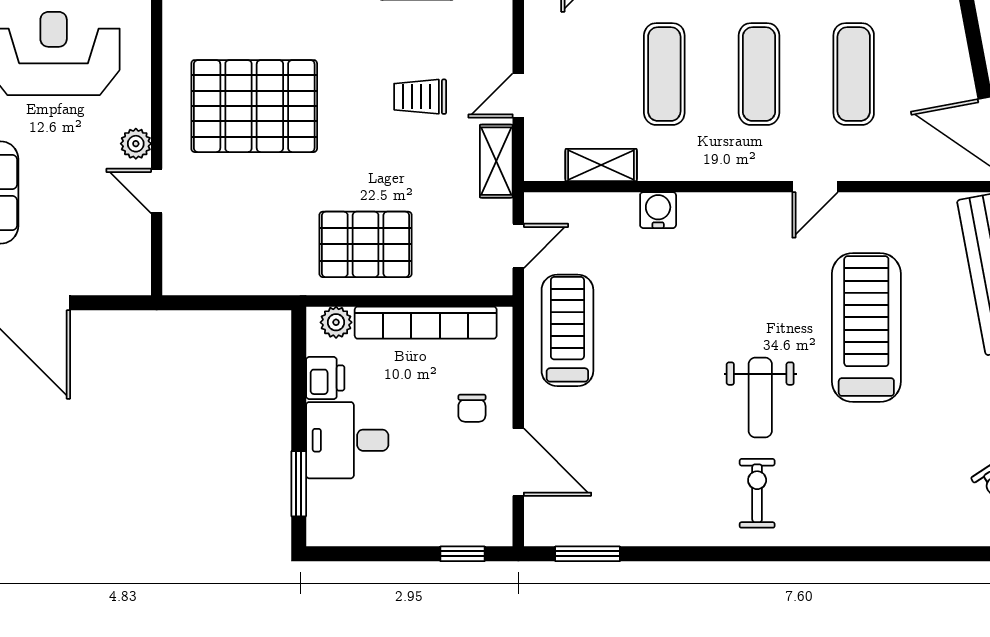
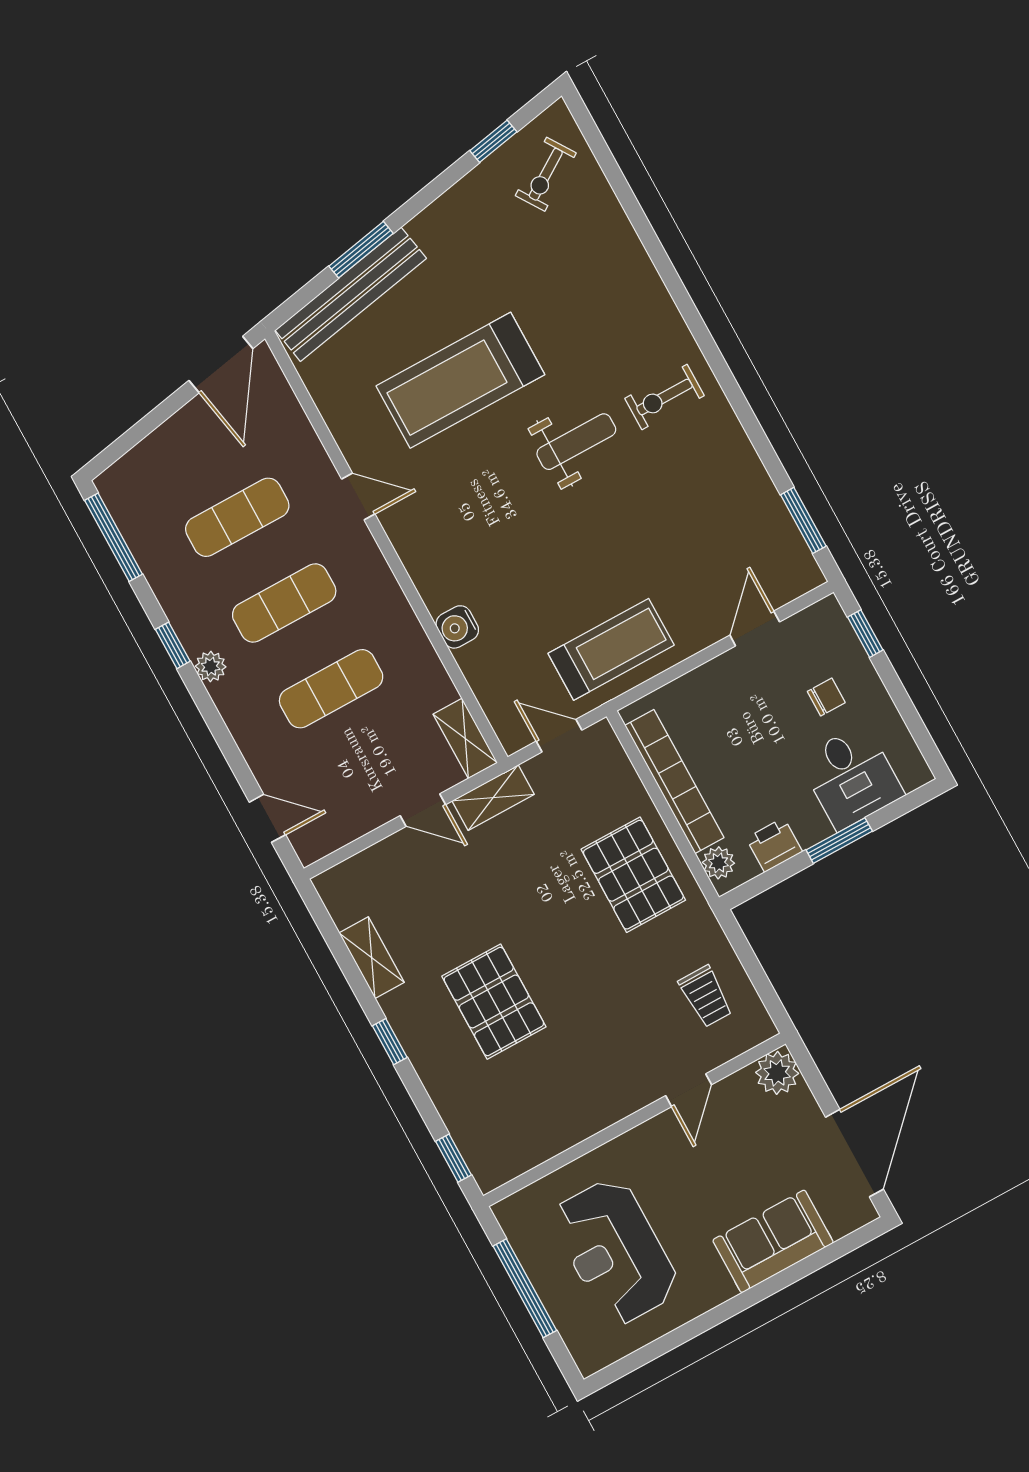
trolley: (420, 97) -> (706, 996), moved
pallet: (254, 106) -> (494, 1002), moved, width x0.73, depth x0.71
plant: (136, 144) -> (777, 1073), moved, width x1.38, depth x1.38
shelving: (601, 165) -> (465, 738), moved
treadmill: (567, 330) -> (611, 649), turned 180
chair: (472, 408) -> (826, 697), moved
desk: (347, 440) -> (851, 777), moved
door: (518, 462) -> (755, 629), width x0.73
window: (299, 484) -> (839, 841), moved

